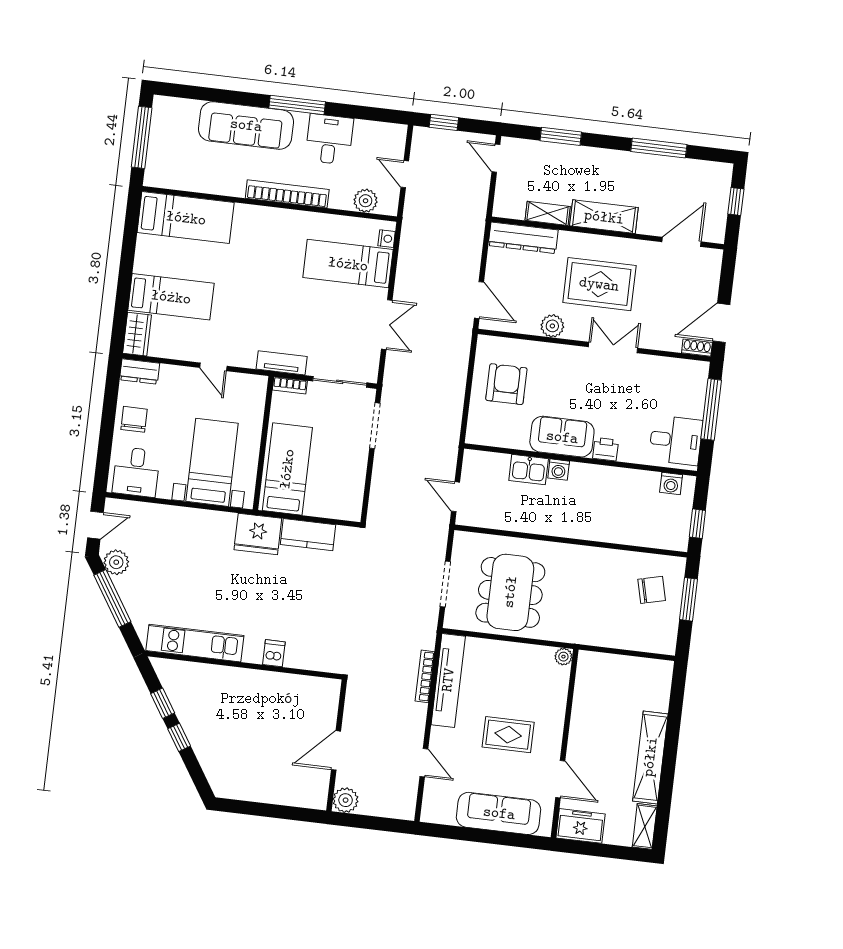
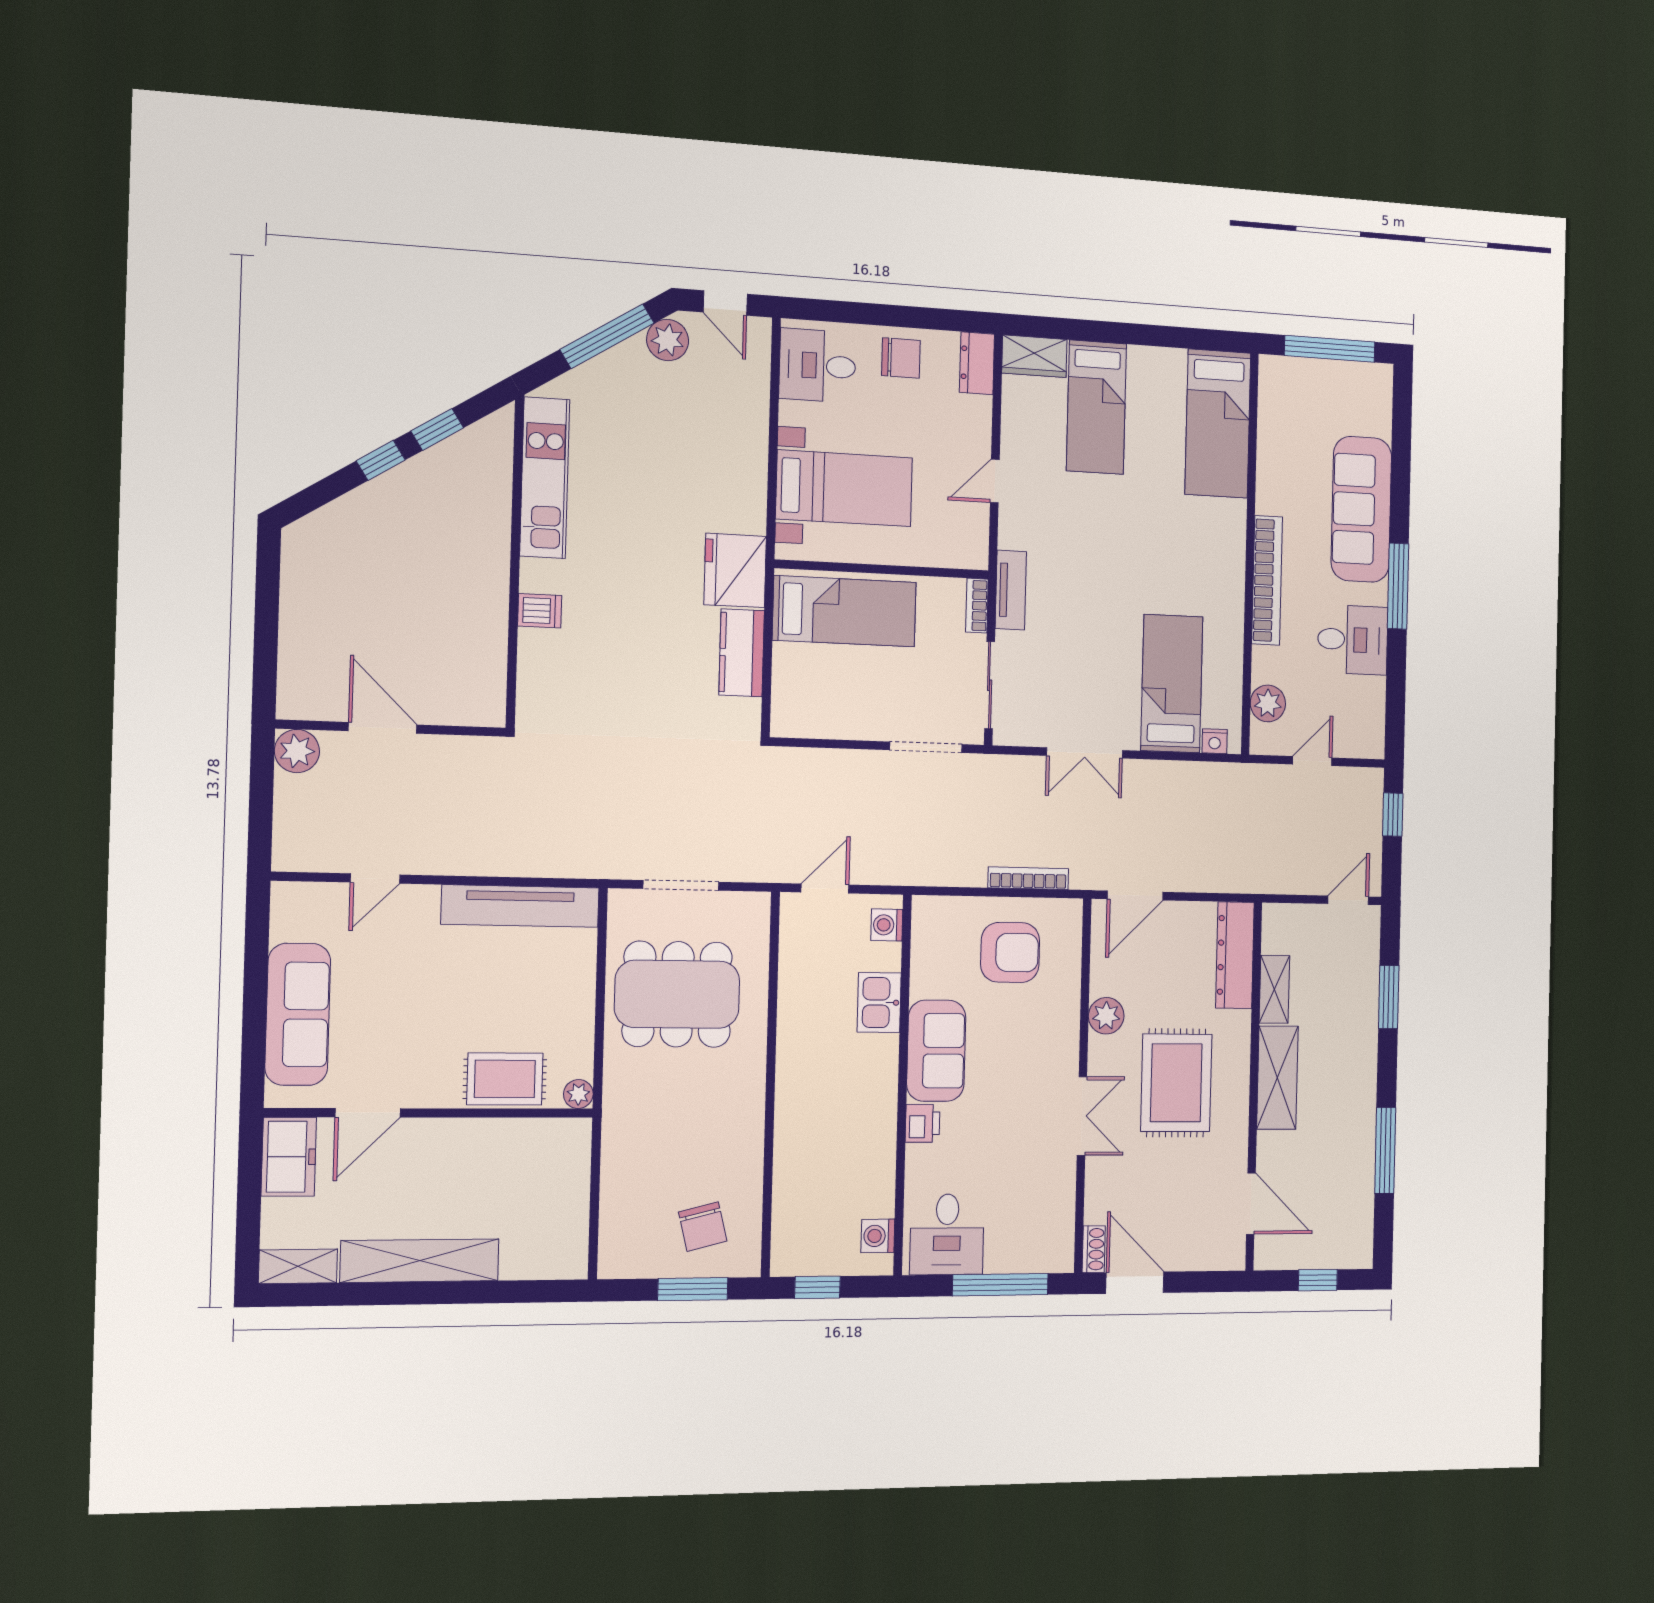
washing machine: (559, 470) -> (887, 925), moved
bookcase: (425, 676) -> (1028, 878), moved
rug: (508, 735) -> (505, 1079), moved, turned 90

